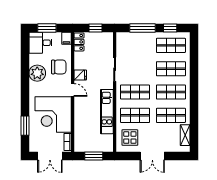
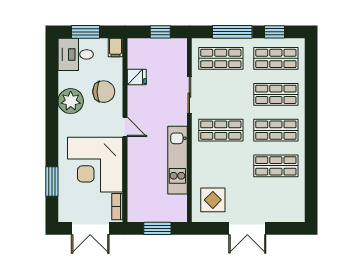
locker: (79, 42) -> (135, 53), removed
fridge: (80, 75) -> (137, 77), moved
shop shelf: (135, 115) -> (221, 58), moved
shelving: (185, 135) -> (298, 196), removed

